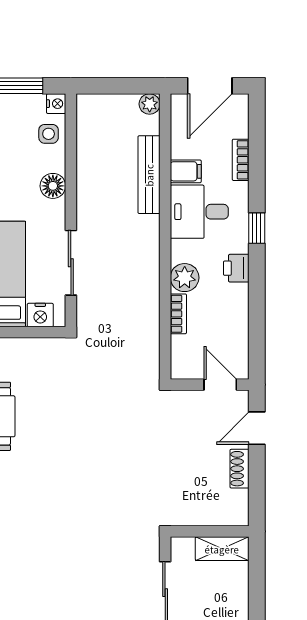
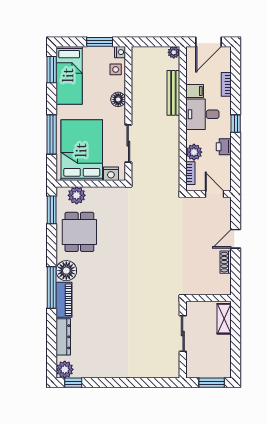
wall: (210, 385) -> (208, 194), moved
door: (220, 385) -> (215, 194), moved
shelving: (222, 549) -> (224, 319), moved, turned 90

